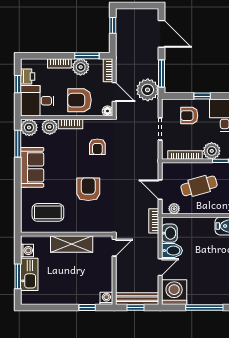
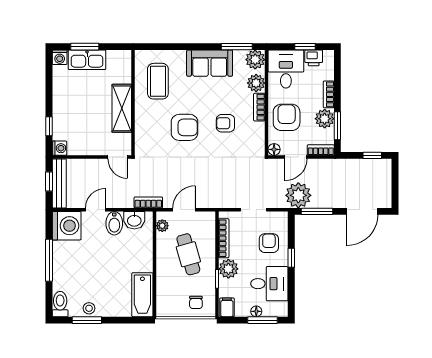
armchair: (97, 147) -> (225, 123), moved
washing machine: (27, 250) -> (60, 57), moved
door: (160, 267) -> (95, 210), swing flipped

